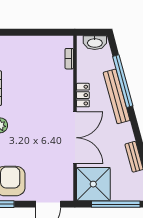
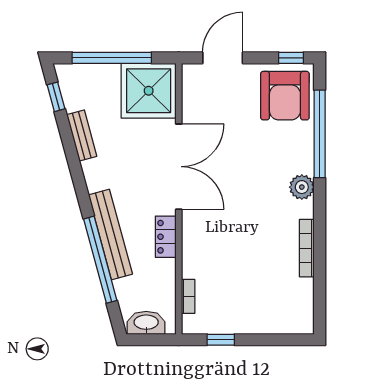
window: (49, 32) -> (221, 340), added
double door: (75, 138) -> (179, 167), swing flipped

